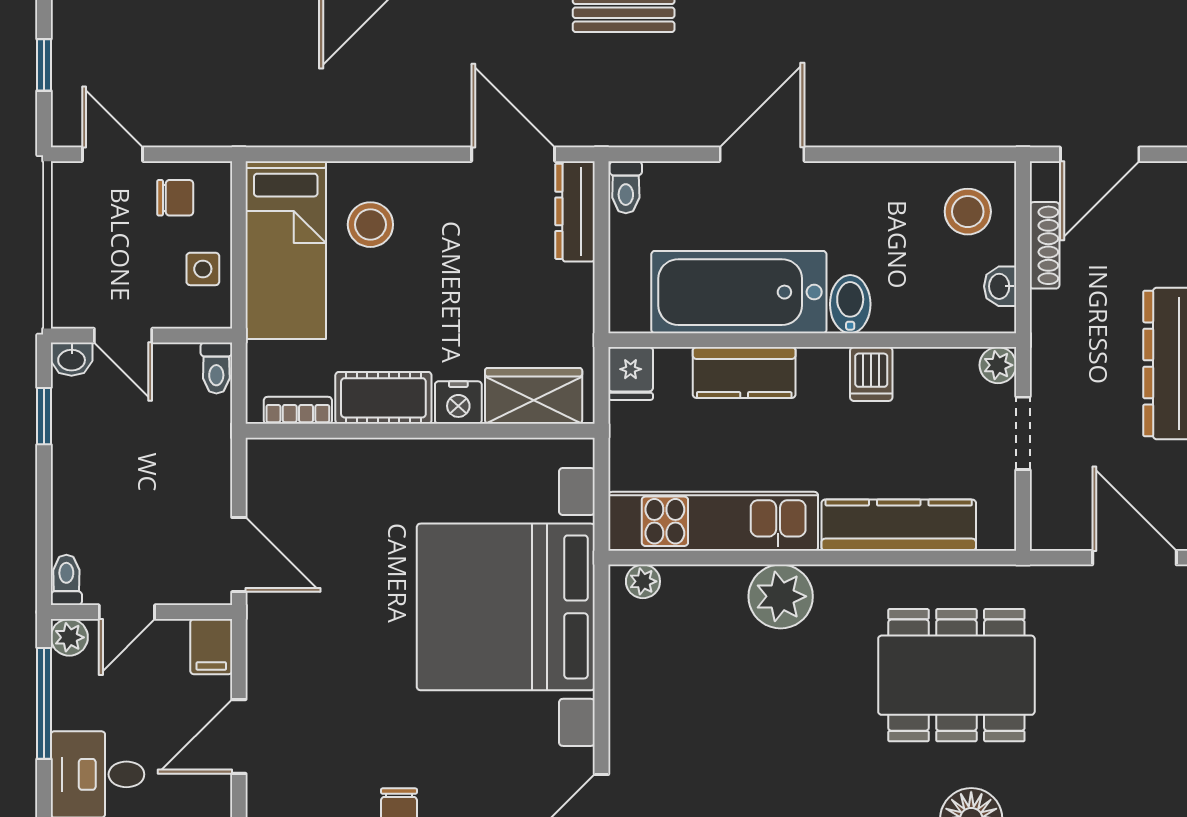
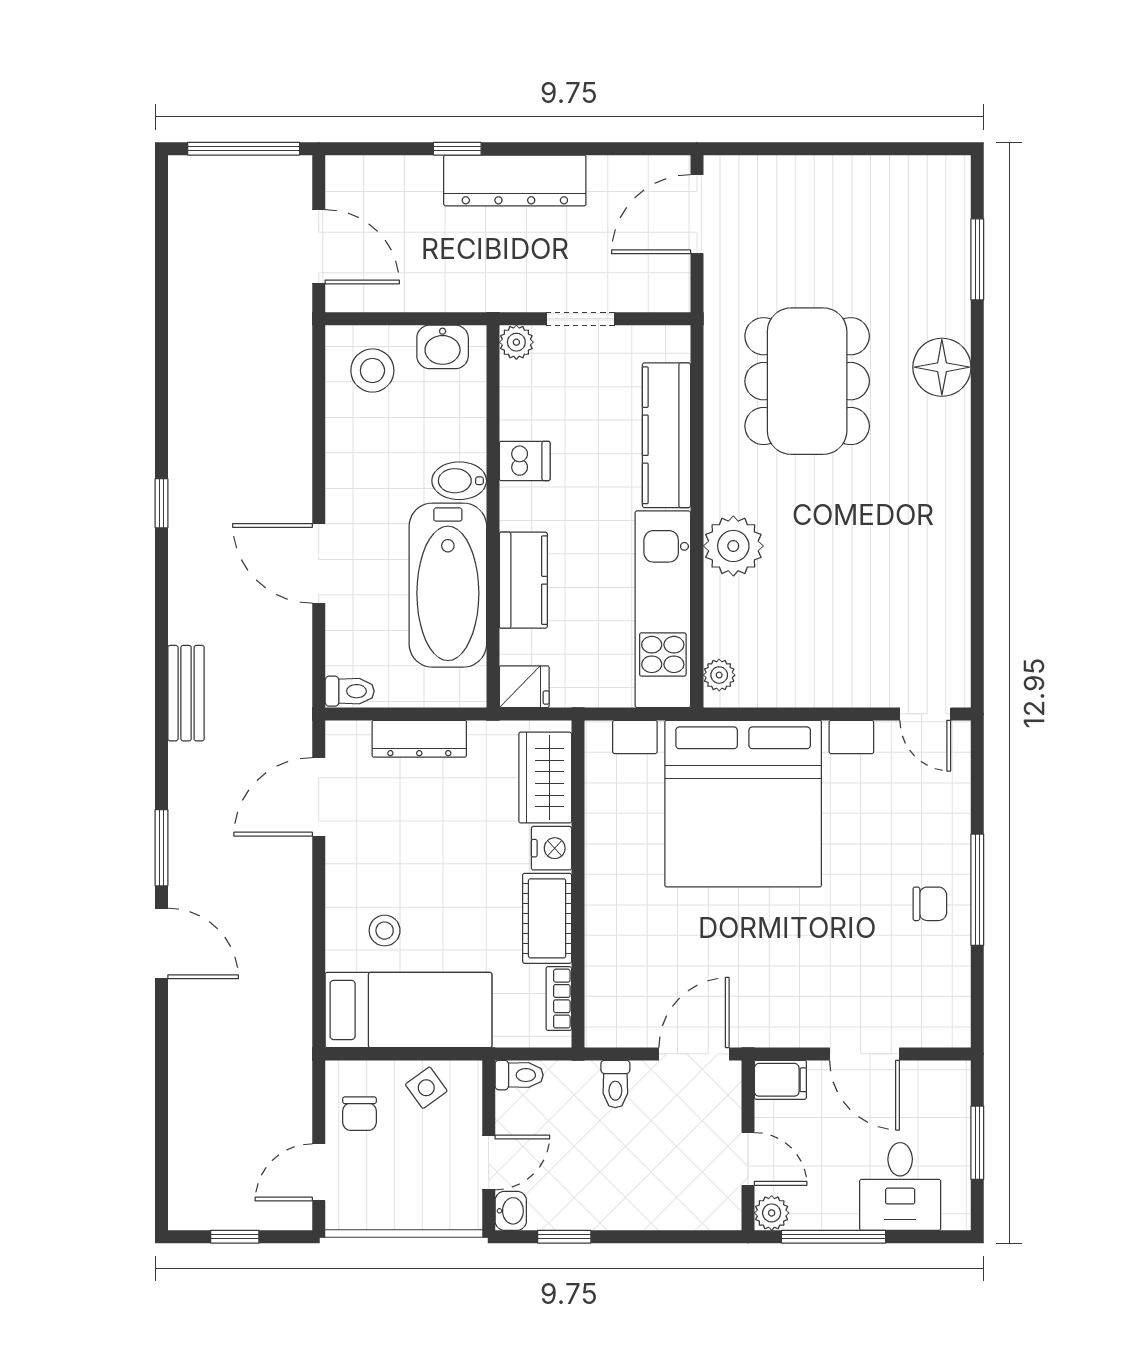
chair: (175, 198) -> (359, 1114), turned 180
dresser: (575, 211) -> (419, 739), moved
stool: (370, 225) -> (385, 931), width x0.73, depth x0.73
shoe rack: (1045, 245) -> (404, 299), removed
side table: (203, 269) -> (426, 1088), turned -36
washbasin: (1000, 286) -> (443, 347), width x1.38, depth x1.45
toilet: (66, 580) -> (615, 1084), moved, turned -90

